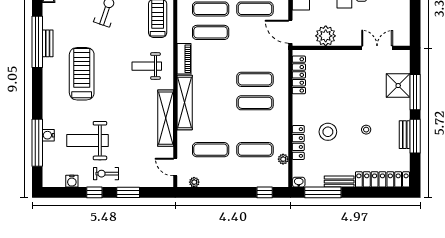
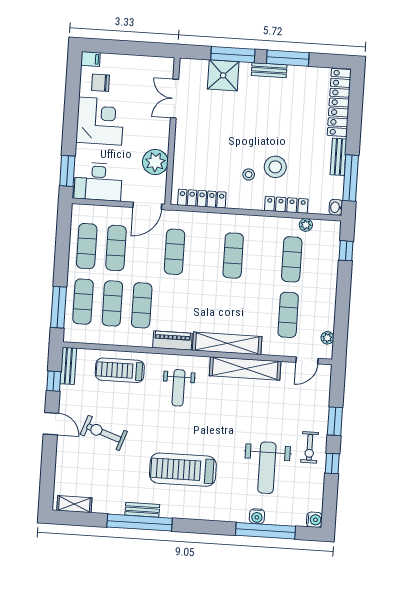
exercise mat: (255, 79) -> (175, 252), moved
stool: (366, 130) -> (249, 174), moved
bench: (405, 135) -> (269, 70), moved
water cooler: (72, 181) -> (314, 520), moved

